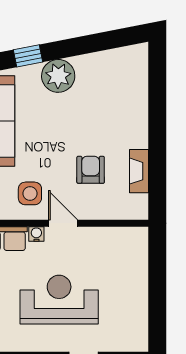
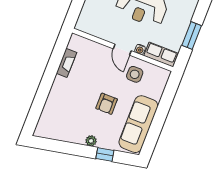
plant: (58, 76) -> (91, 141), width x0.53, depth x0.53
armchair: (91, 170) -> (107, 104), moved

